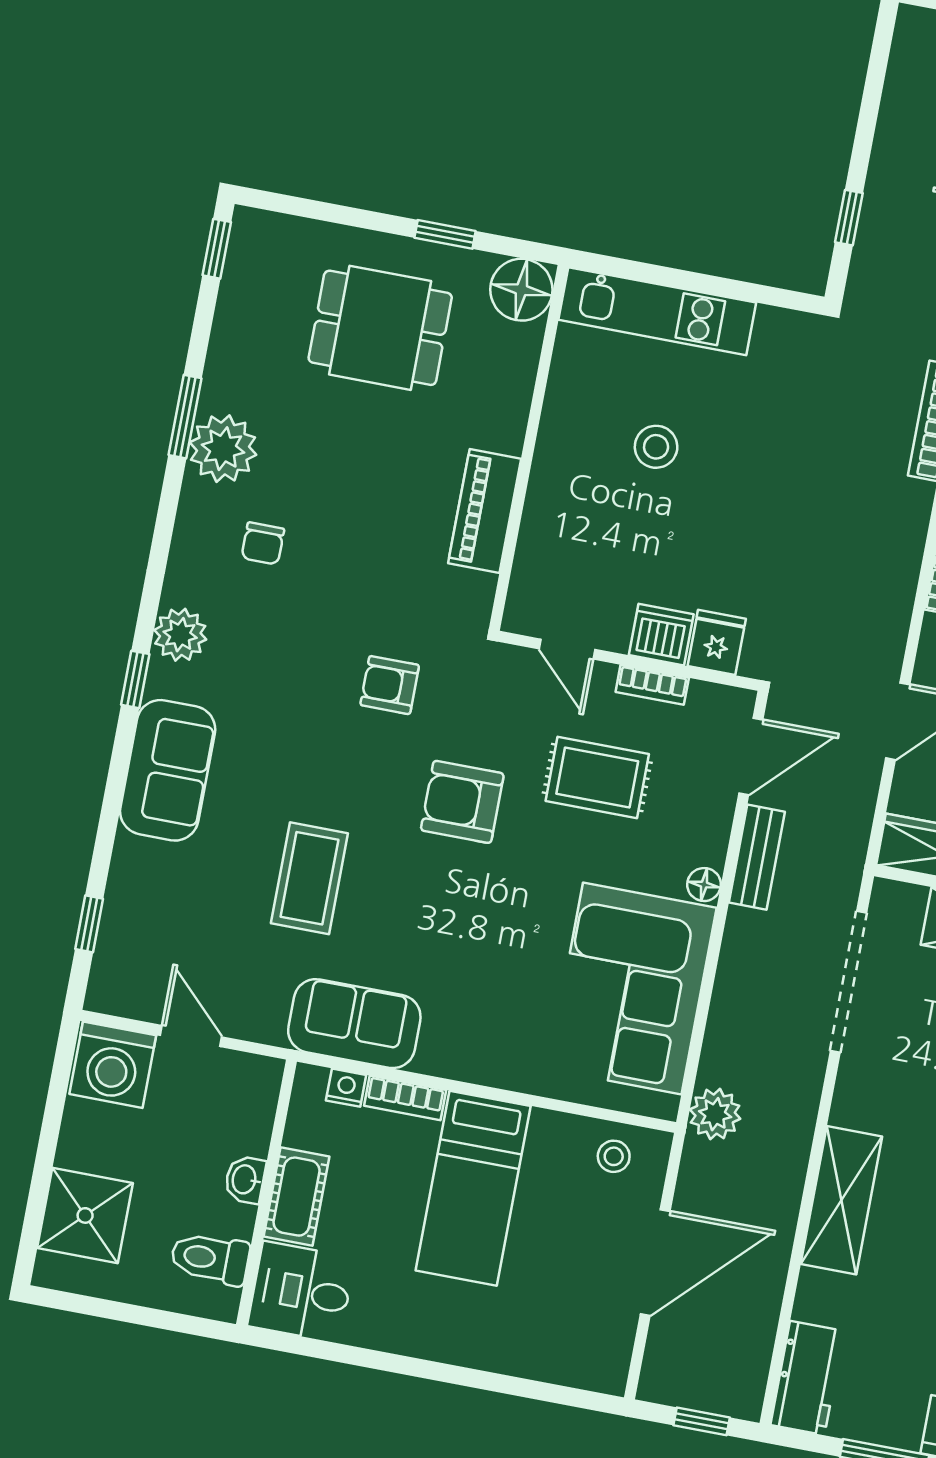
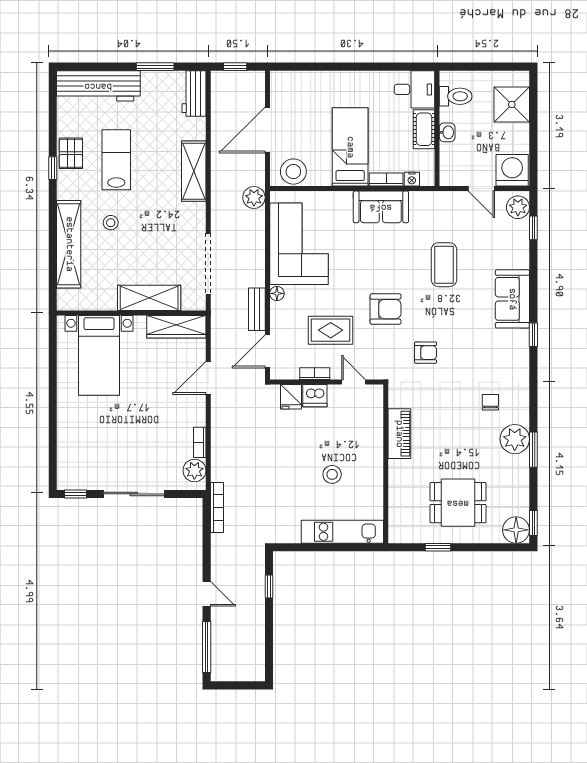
floor lamp: (521, 290) -> (516, 530), moved
plant: (180, 635) -> (518, 207), moved
sofa: (354, 1024) -> (381, 207), moved
stool: (614, 1156) -> (293, 172), width x1.89, depth x1.89

